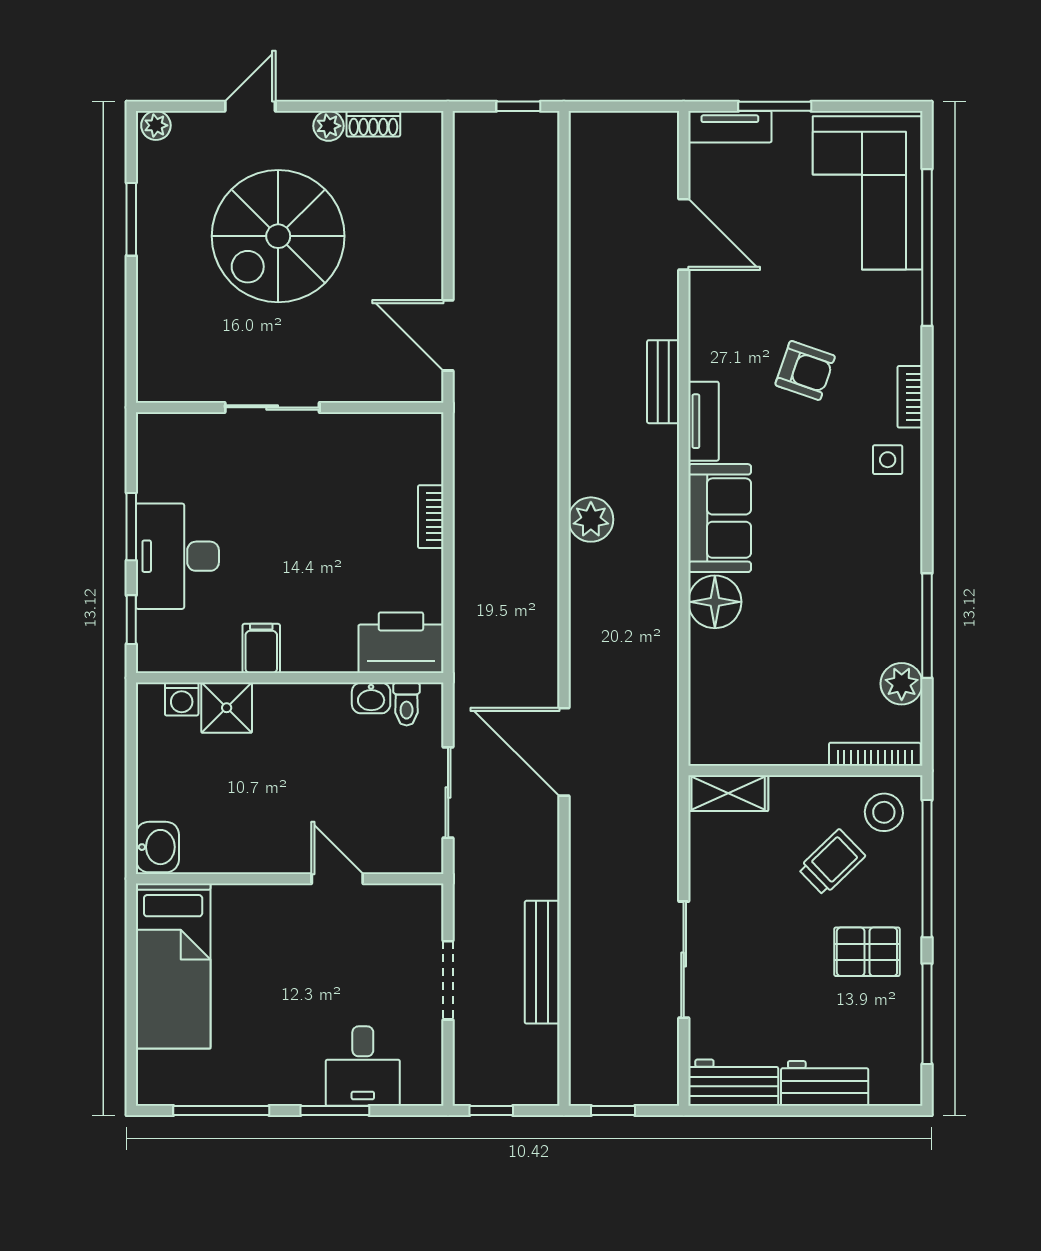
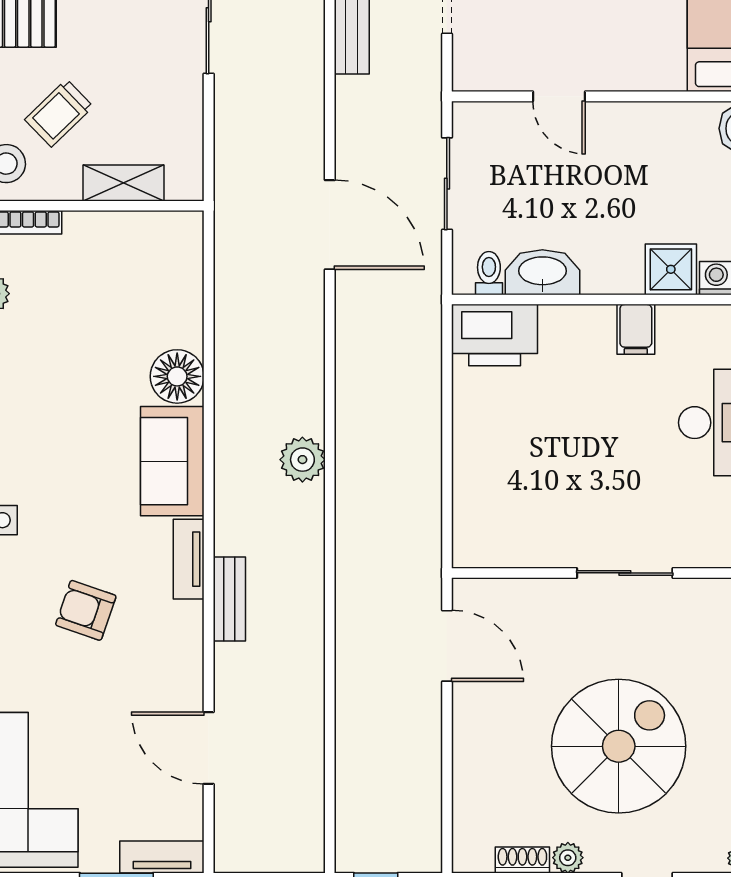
bookcase: (431, 517) -> (464, 463), removed
washbasin: (371, 698) -> (542, 272), width x1.91, depth x1.45
shelving: (728, 793) -> (124, 183), moved

